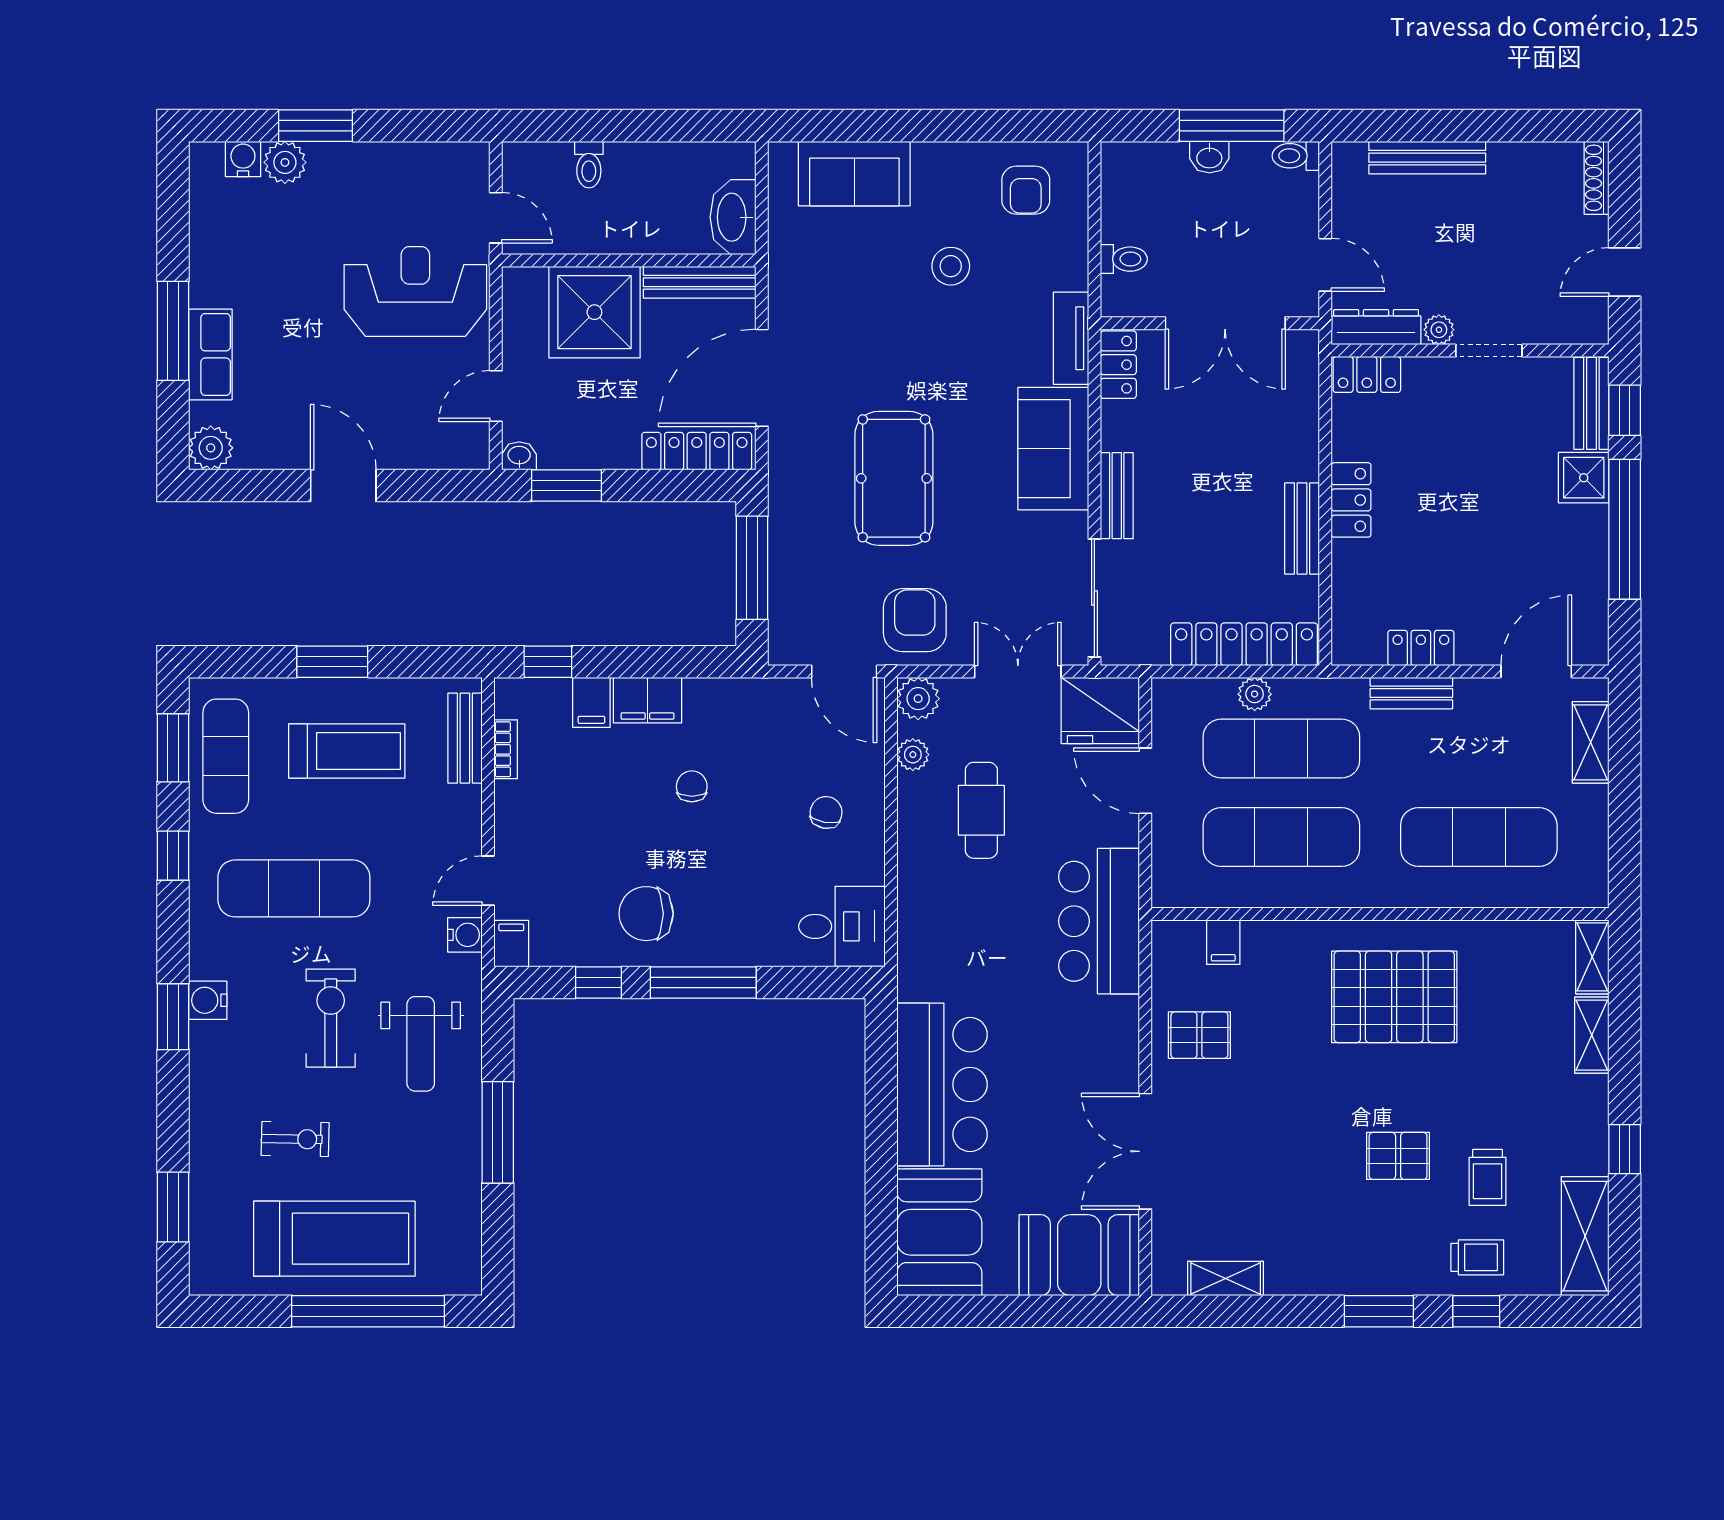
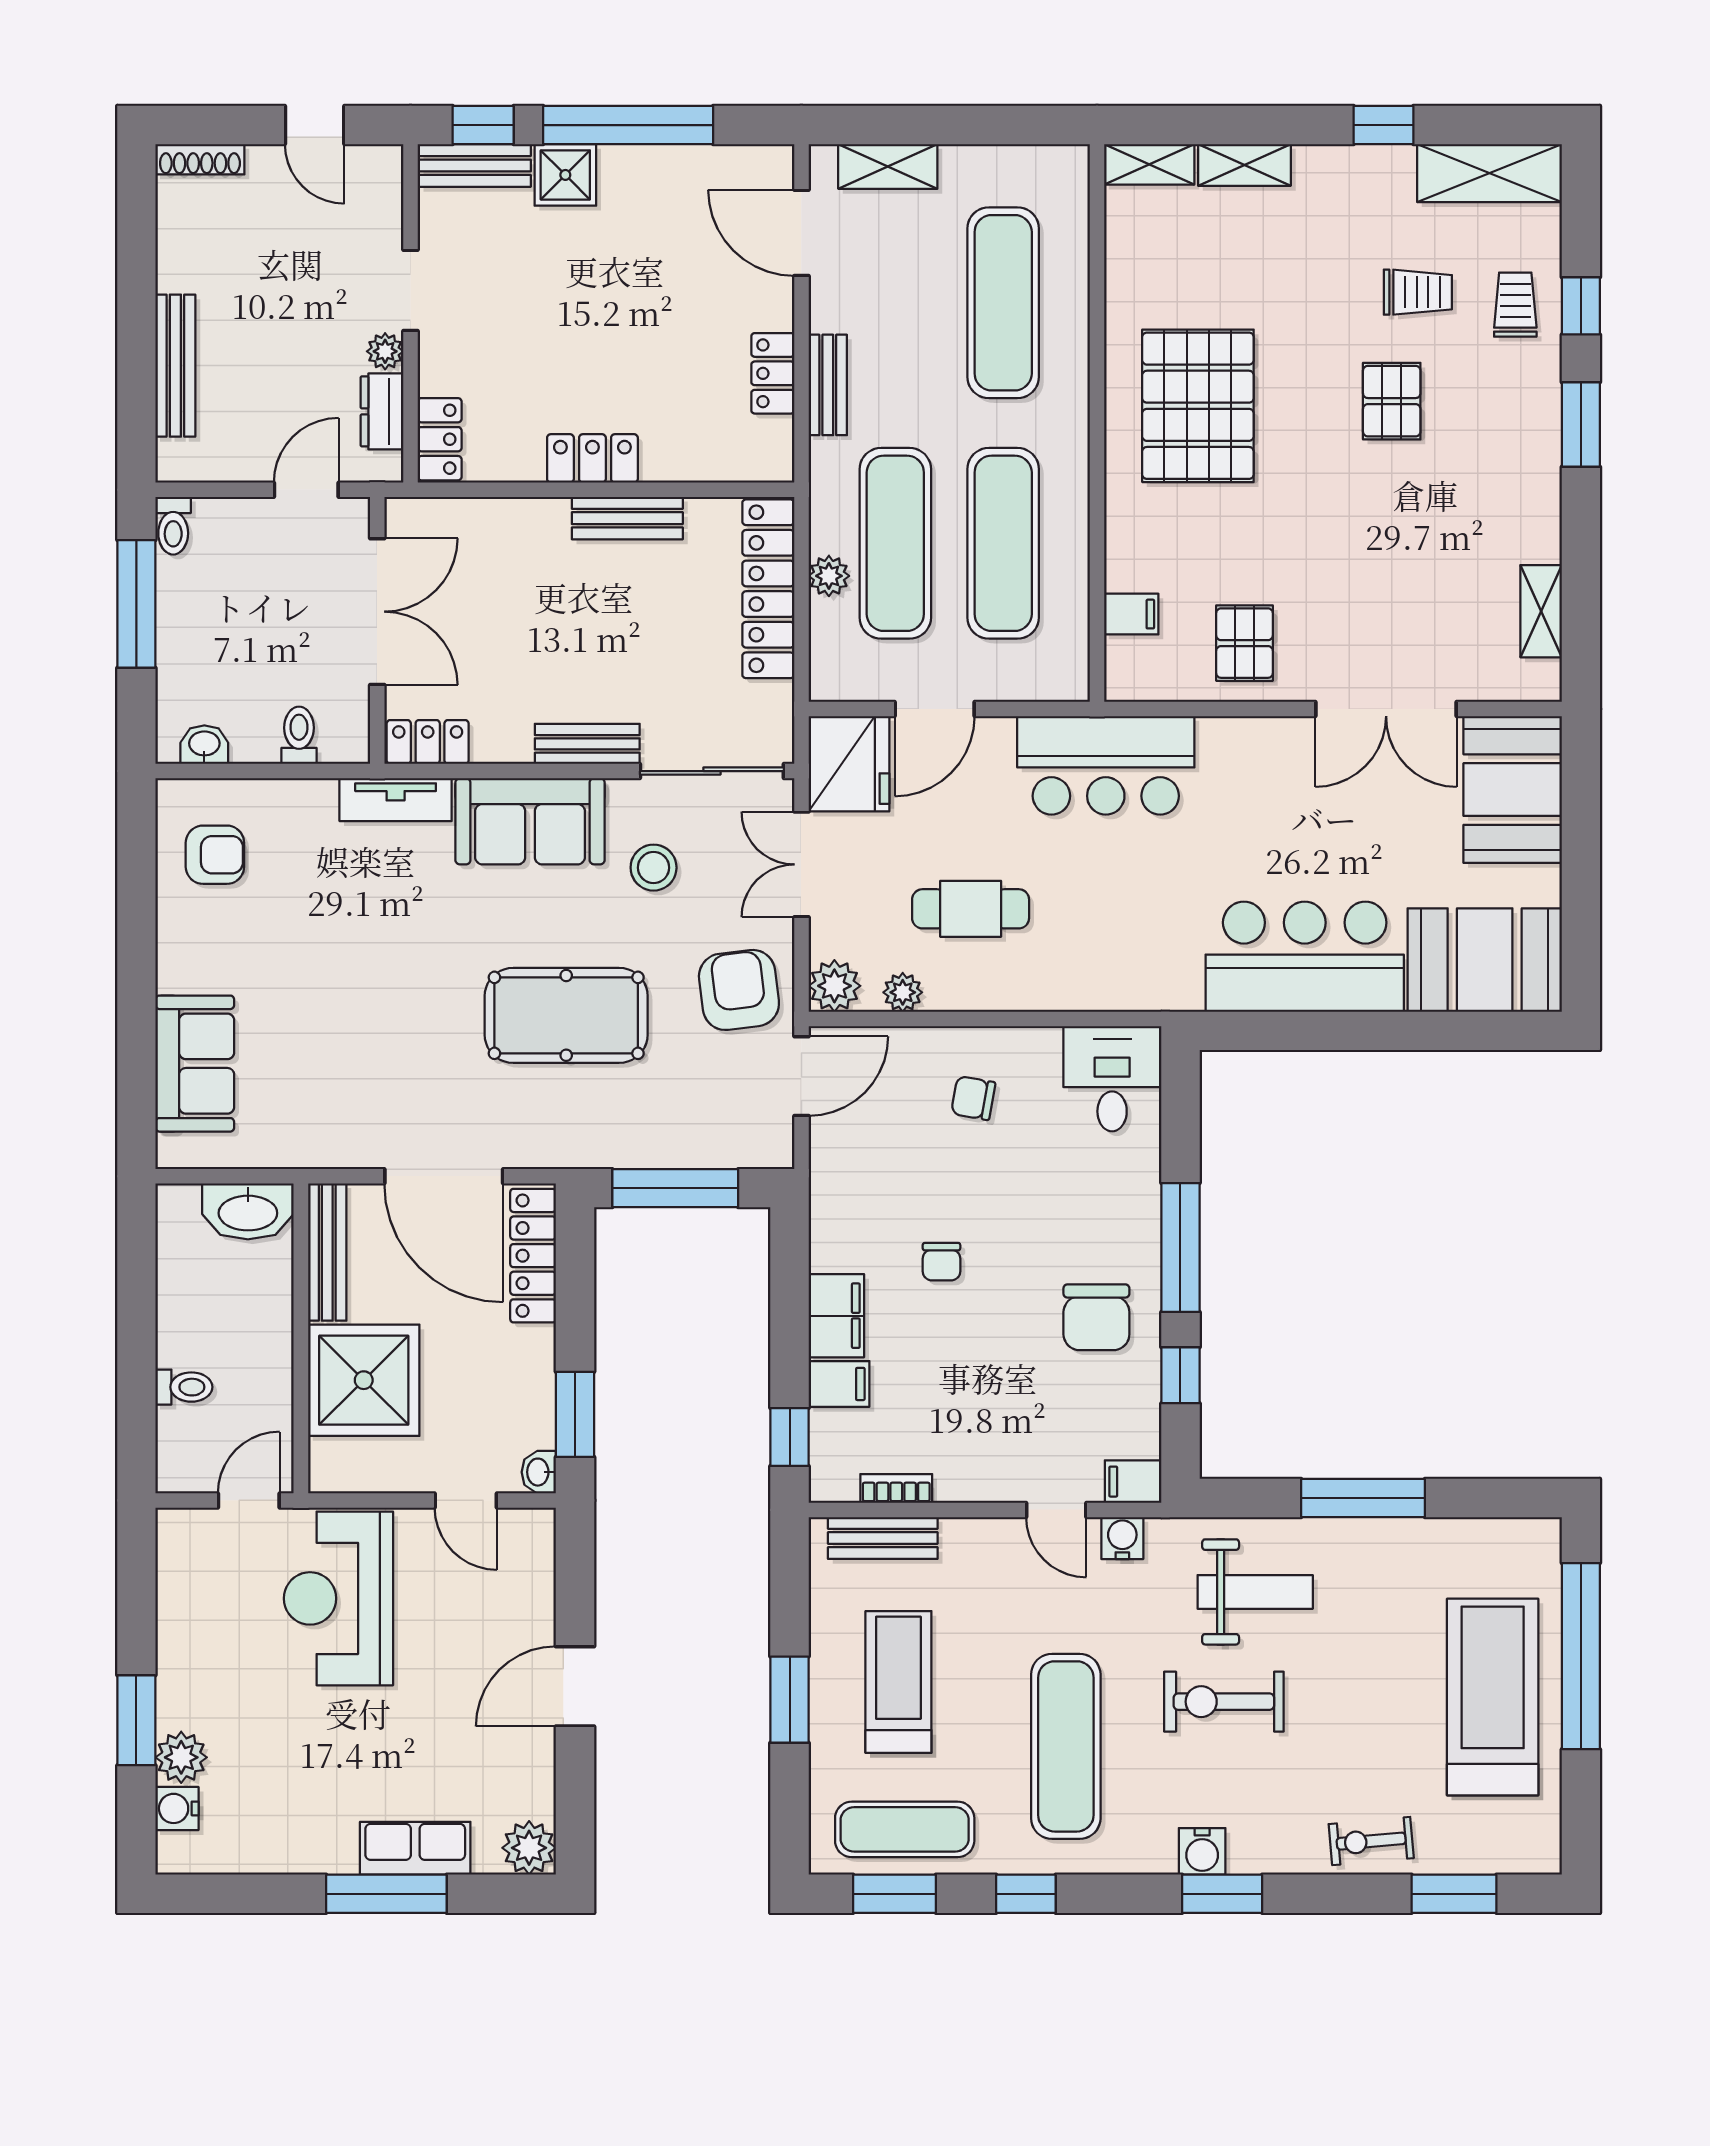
washbasin: (1209, 157) -> (204, 745), moved, turned -90
stool: (951, 266) -> (654, 868), moved
dresser: (1376, 327) -> (382, 411), width x0.70
armchair: (915, 620) -> (739, 990), turned 83
chair: (692, 786) -> (941, 1262), turned -90
exercise bike: (295, 1139) -> (1371, 1841), moved, turned -96

